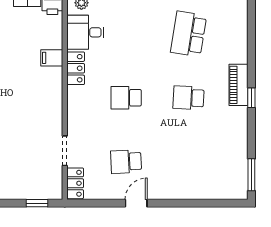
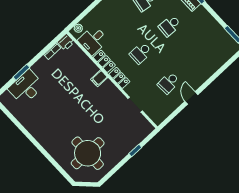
filing cabinet: (52, 58) -> (99, 78), moved
locker: (75, 183) -> (119, 78), moved
window: (37, 203) -> (135, 150), moved

